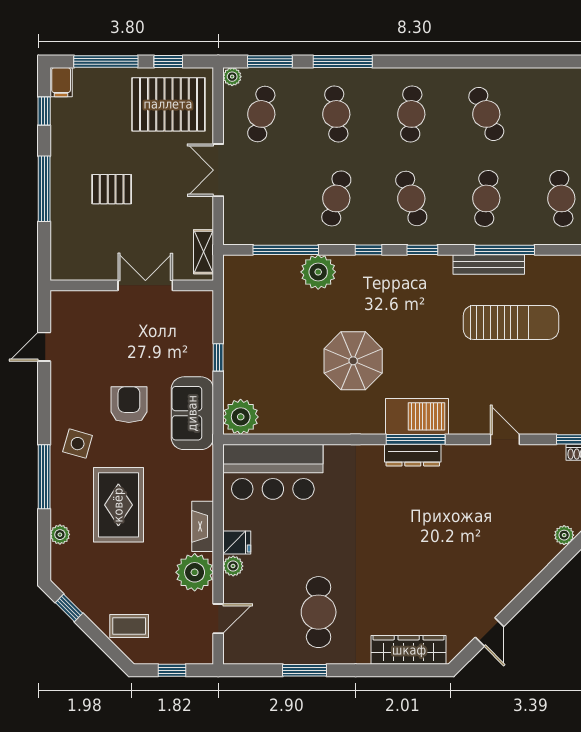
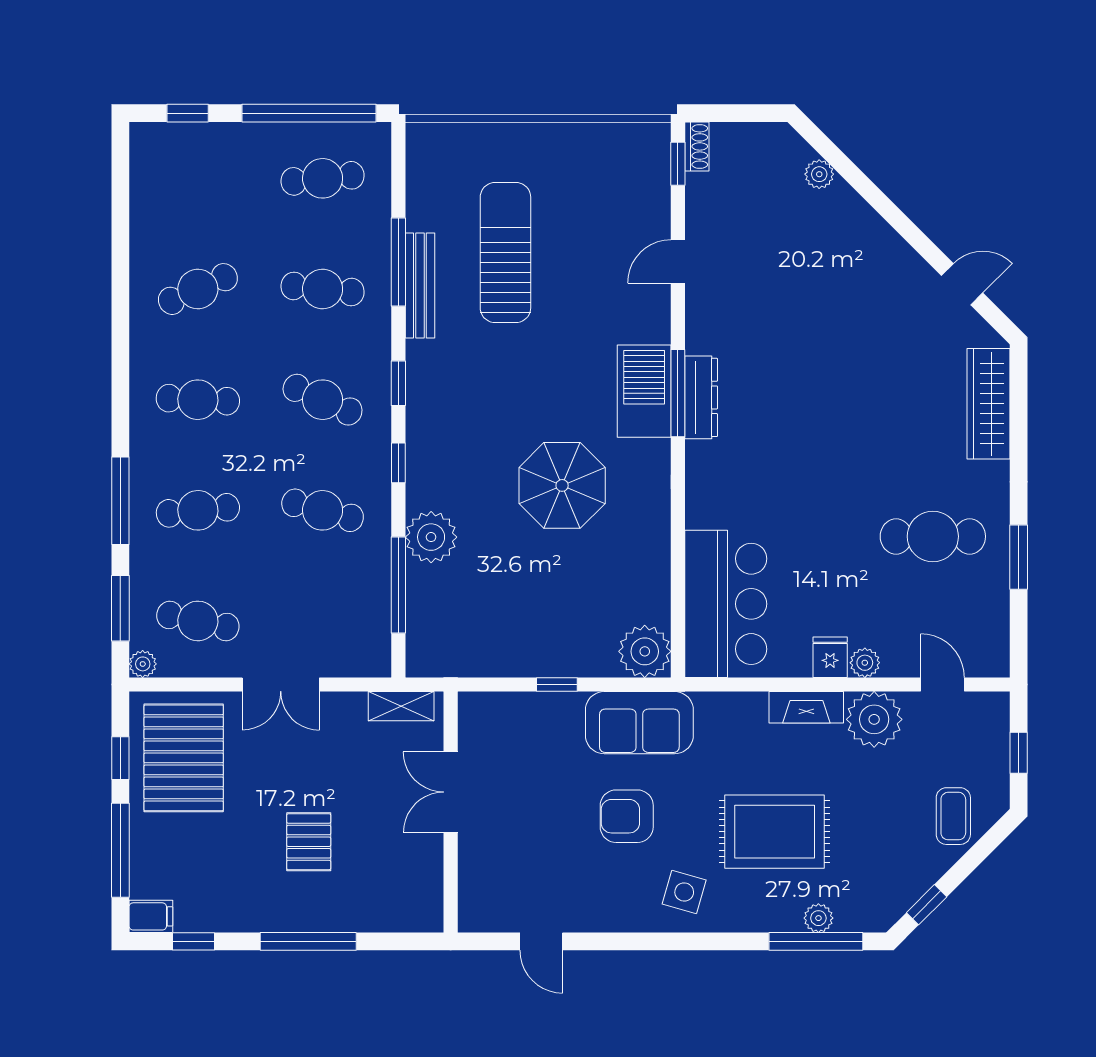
cafe table: (411, 198) -> (323, 400), turned 42
window: (44, 477) -> (816, 941), moved

